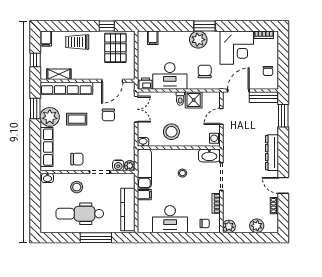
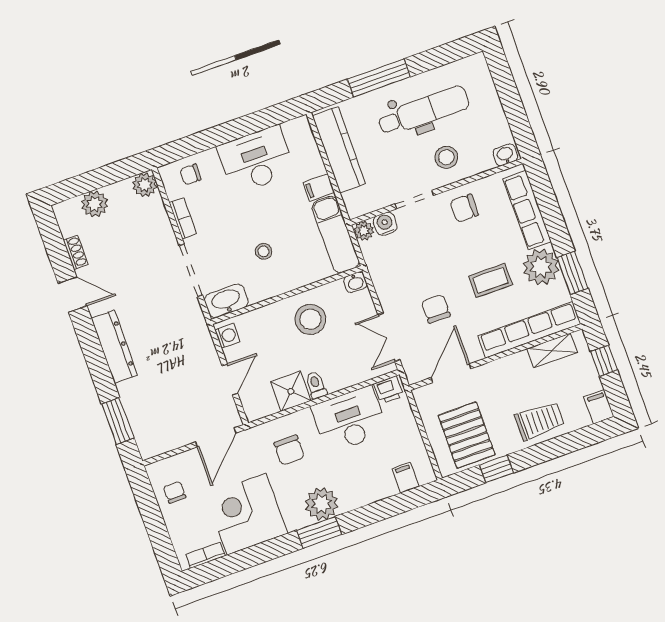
bench: (264, 97) -> (166, 442), removed

